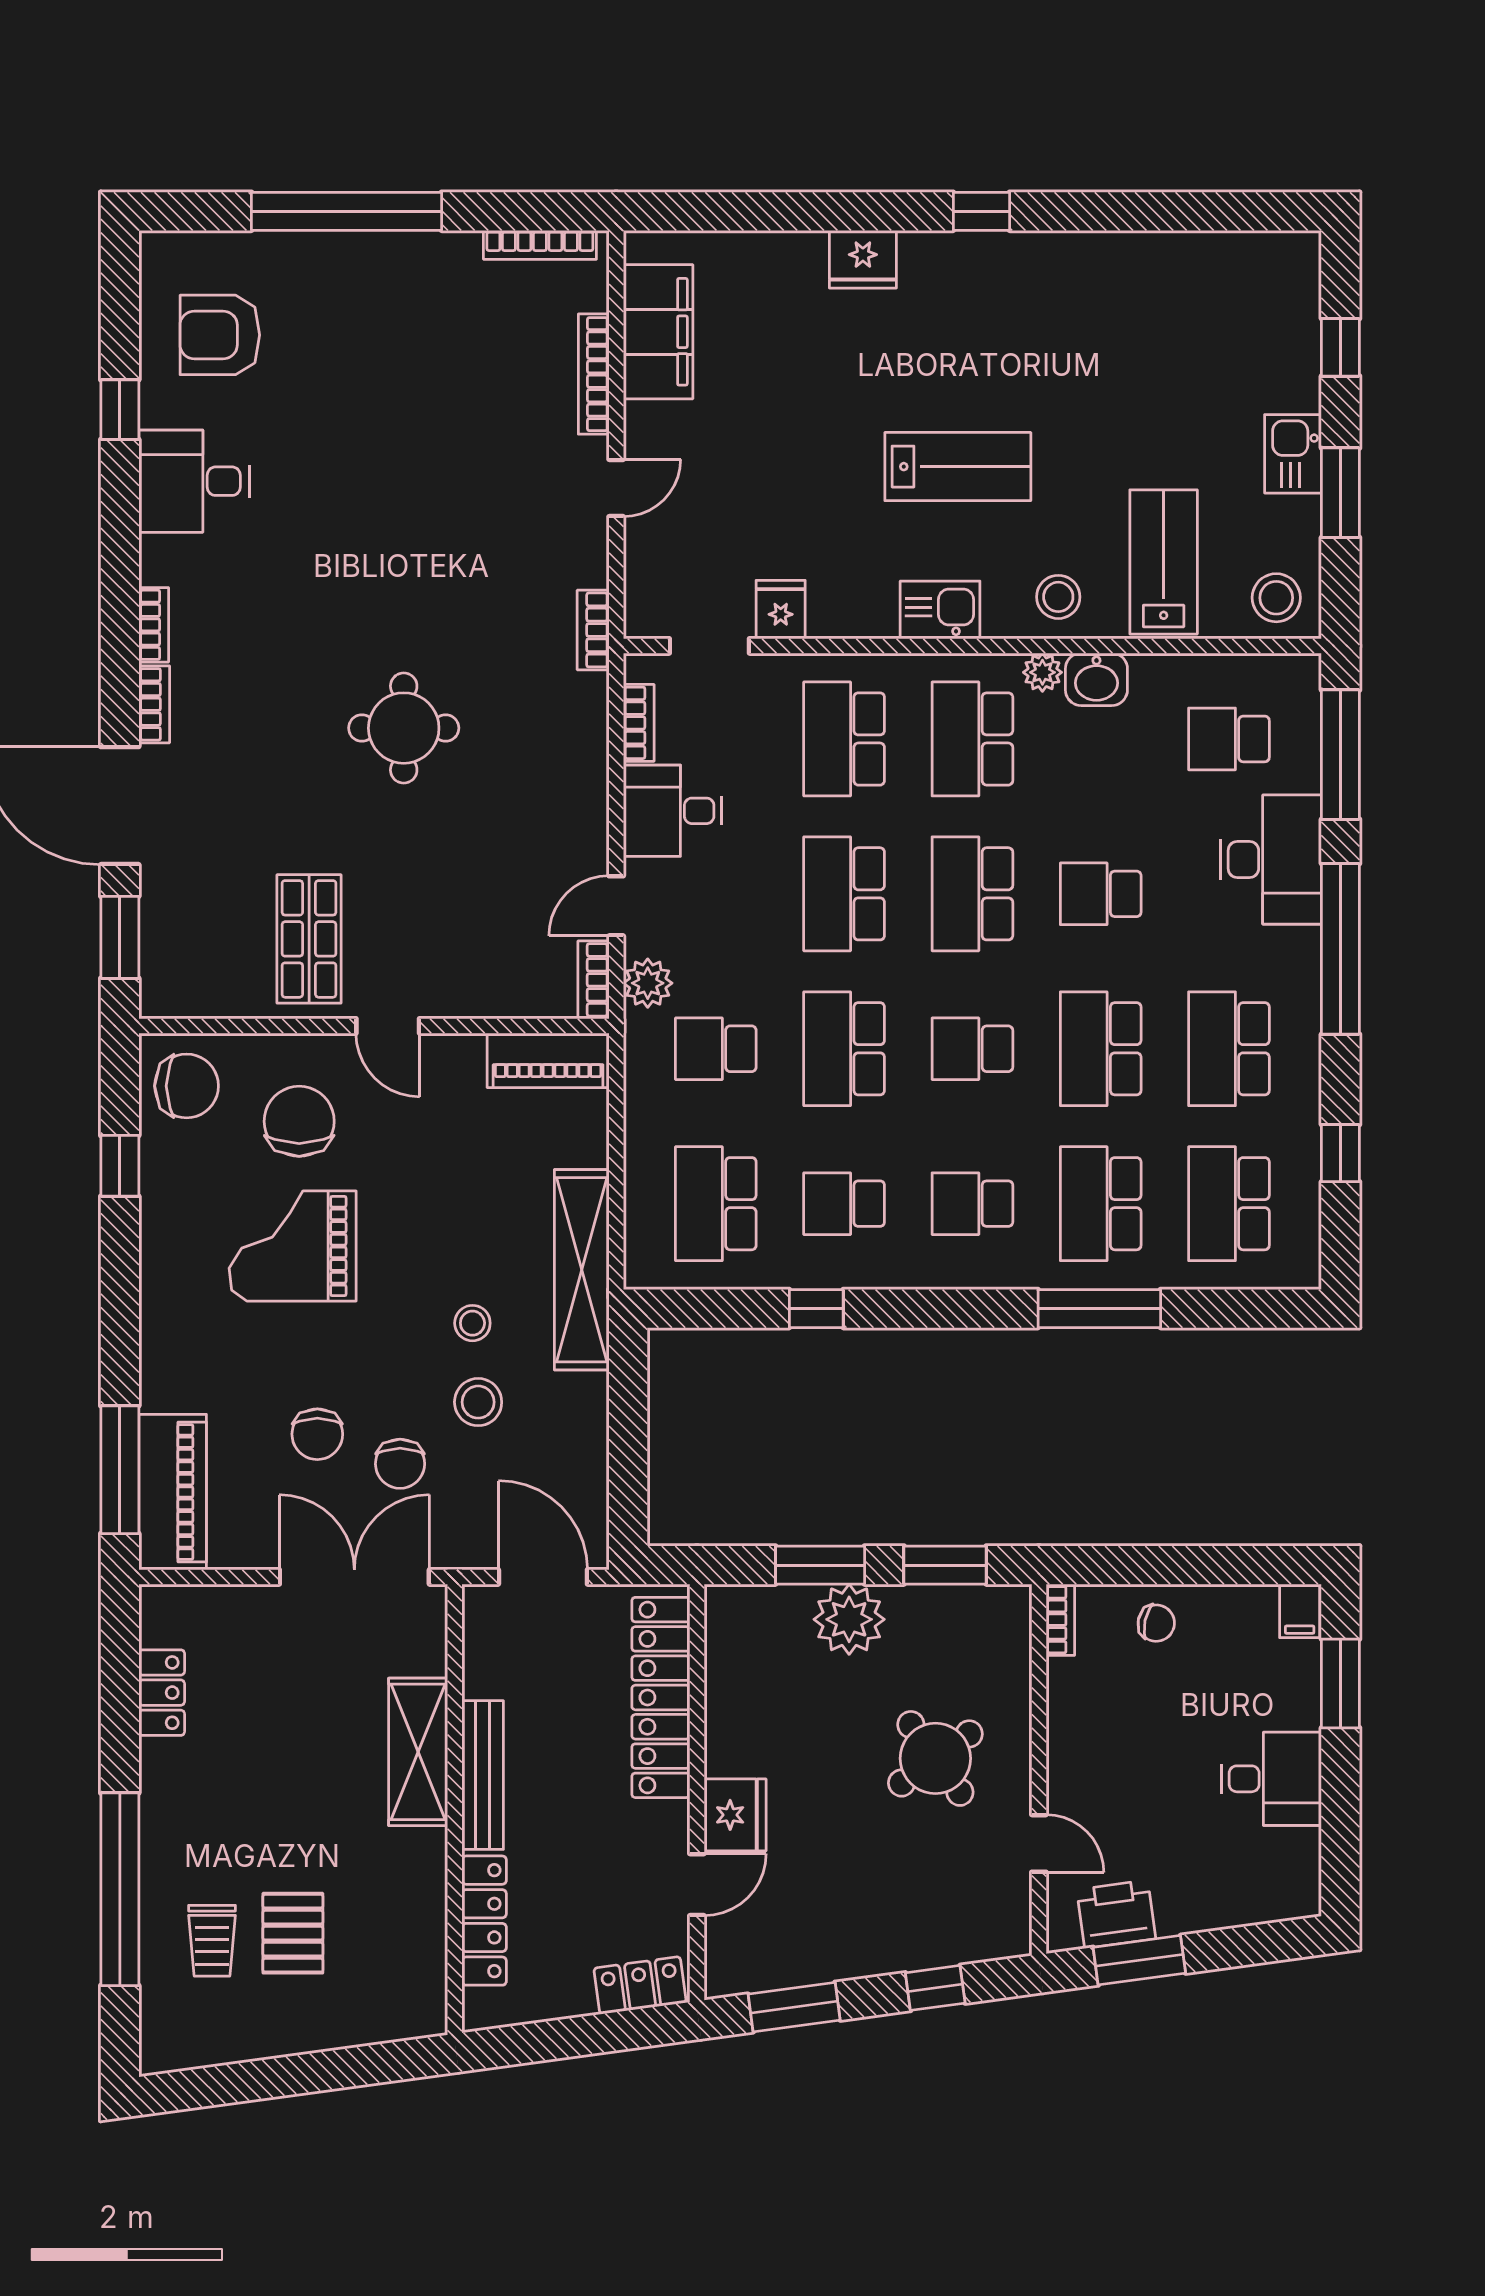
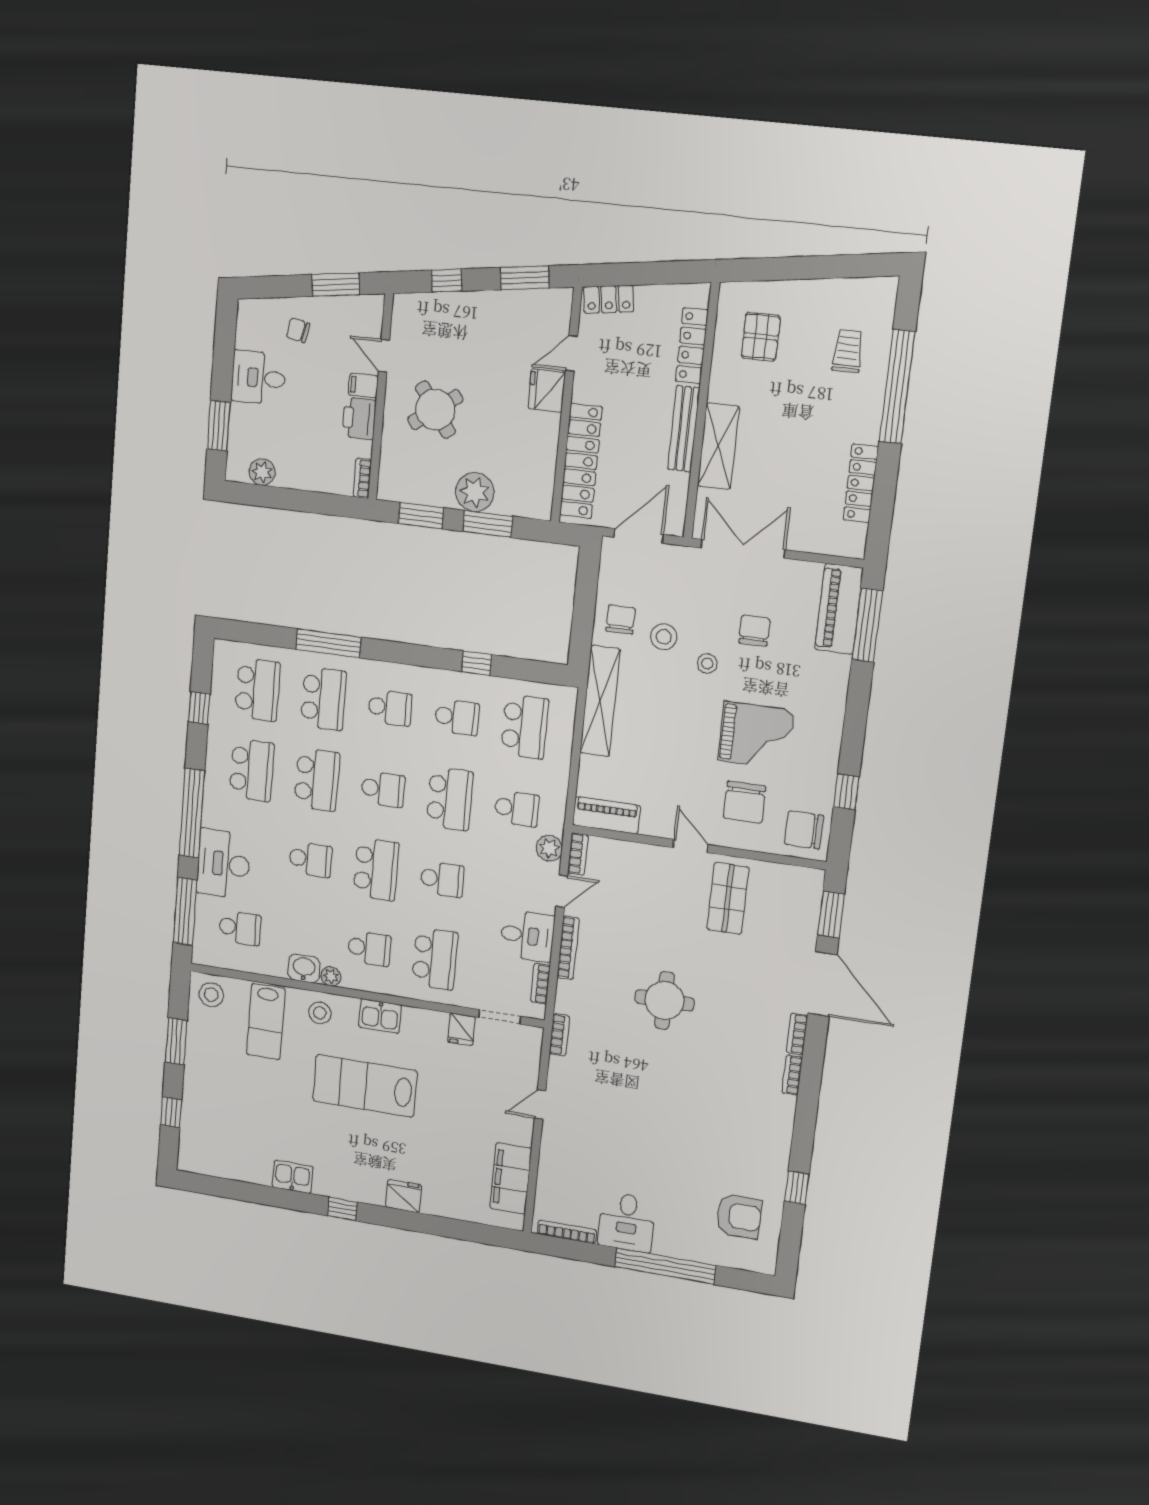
bookcase: (594, 374) -> (568, 948), moved
kitchen sink: (1293, 454) -> (293, 1177), moved, turned -90
lab bench: (958, 467) -> (365, 1086), width x1.36, depth x1.39
desk: (194, 481) -> (627, 1222), moved, turned 90
school desk: (972, 739) -> (369, 948), width x0.54
school desk: (844, 894) -> (442, 879), width x0.54
stool: (472, 1323) -> (707, 664), moved
chair: (400, 1464) -> (621, 619), moved
double door: (354, 1577) -> (743, 549), swing flipped
door: (543, 1577) -> (639, 536), swing flipped
plant: (1251, 1609) -> (262, 472), added
filing cabinet: (1300, 1611) -> (363, 385), moved, turned -90
chair: (1156, 1623) -> (298, 330), moved
locker: (162, 1693) -> (861, 483), width x1.53
printer: (1116, 1914) -> (359, 418), moved, turned 98
pallet: (293, 1933) -> (761, 337), moved

